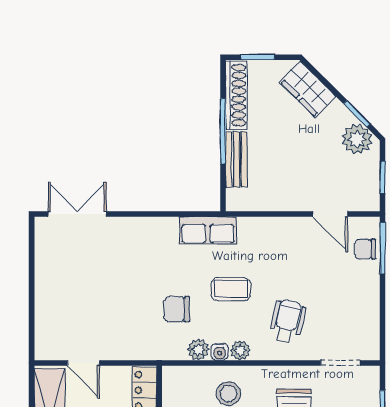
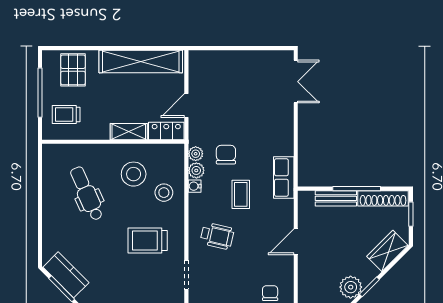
door: (330, 214) -> (296, 242), moved
plant: (240, 350) -> (196, 154), moved
door: (83, 363) -> (186, 106), moved

